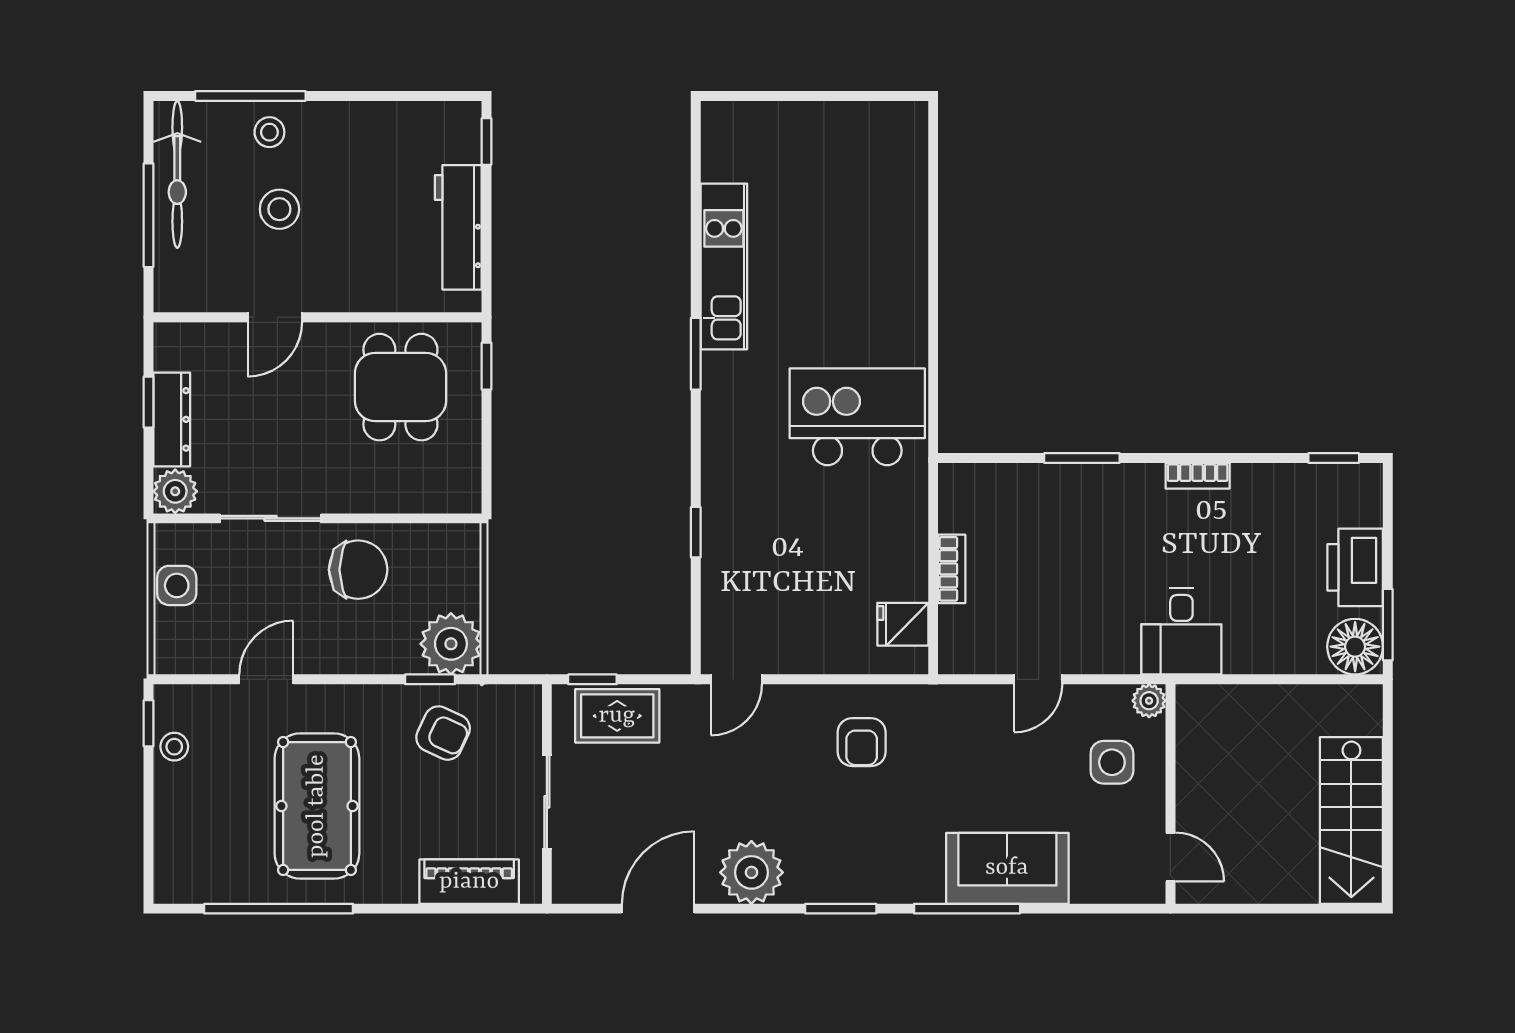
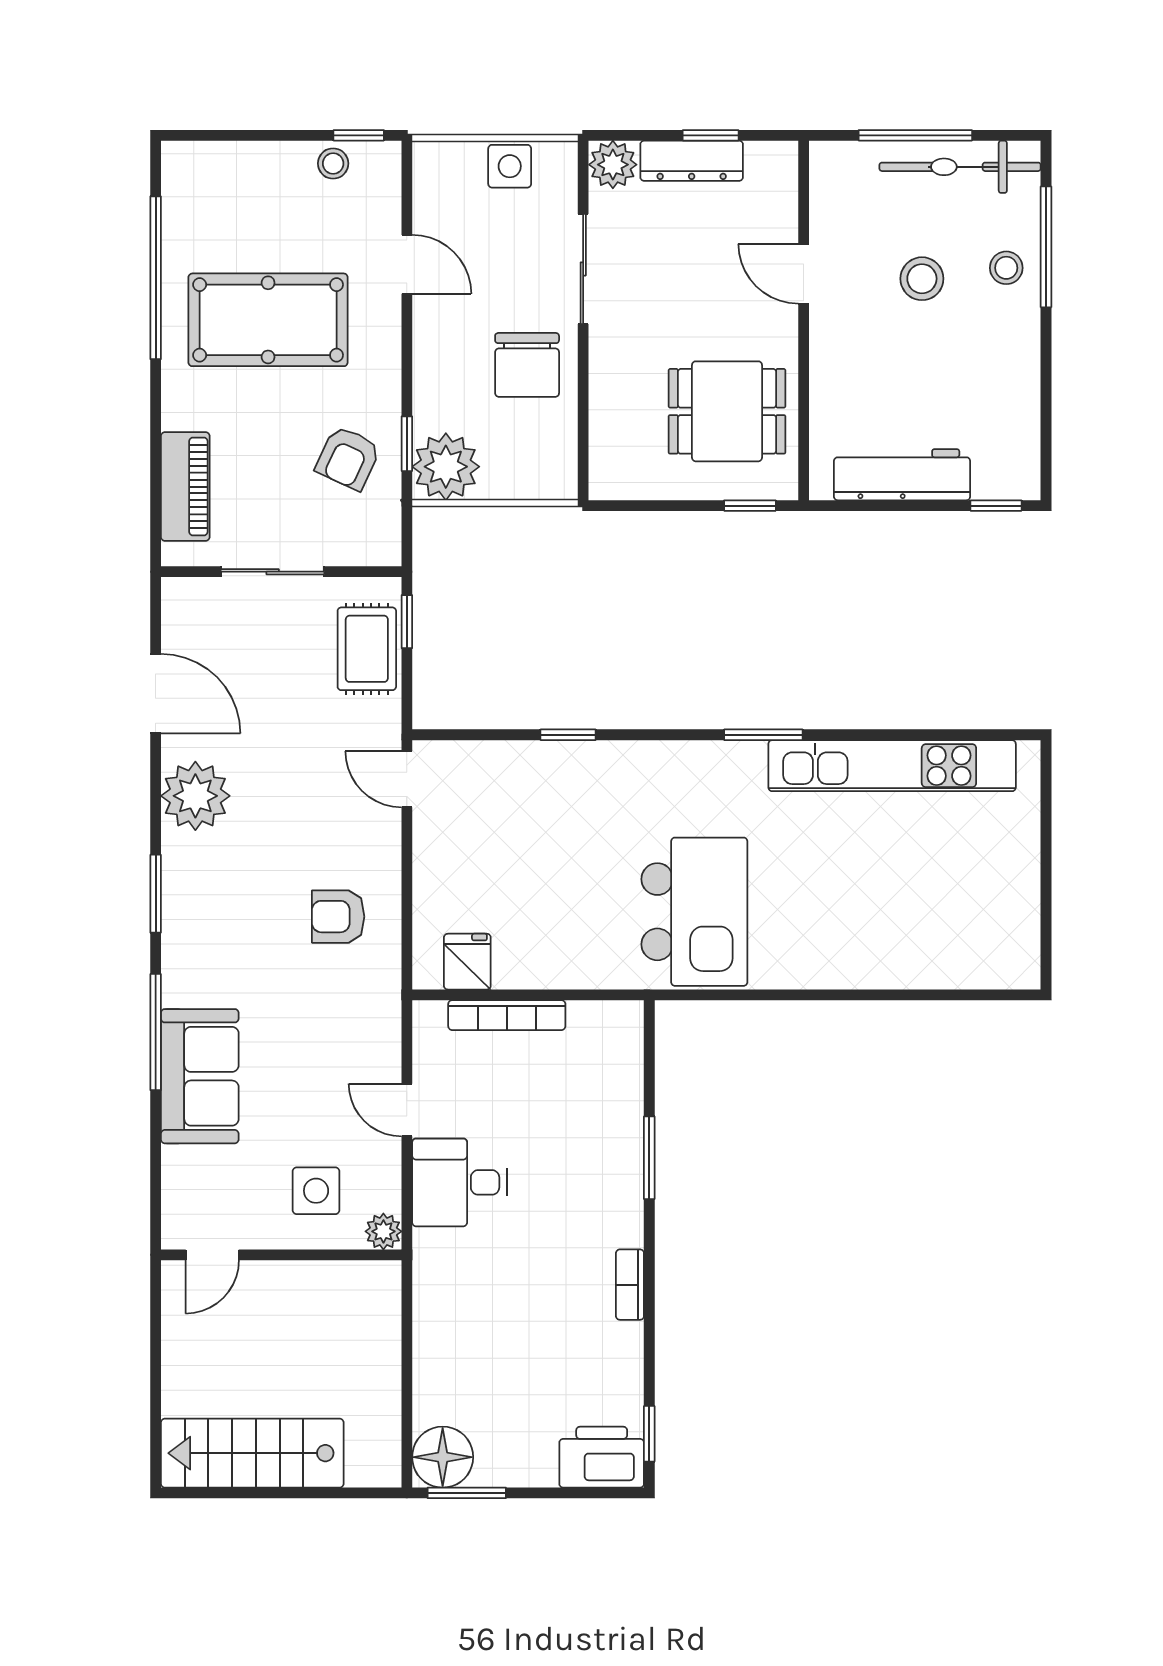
kitchen unit: (724, 267) -> (892, 766), width x1.36
printer: (1355, 567) -> (602, 1457), moved
bookcase: (952, 569) -> (507, 1015), width x1.56
desk: (1181, 631) -> (459, 1182), moved

